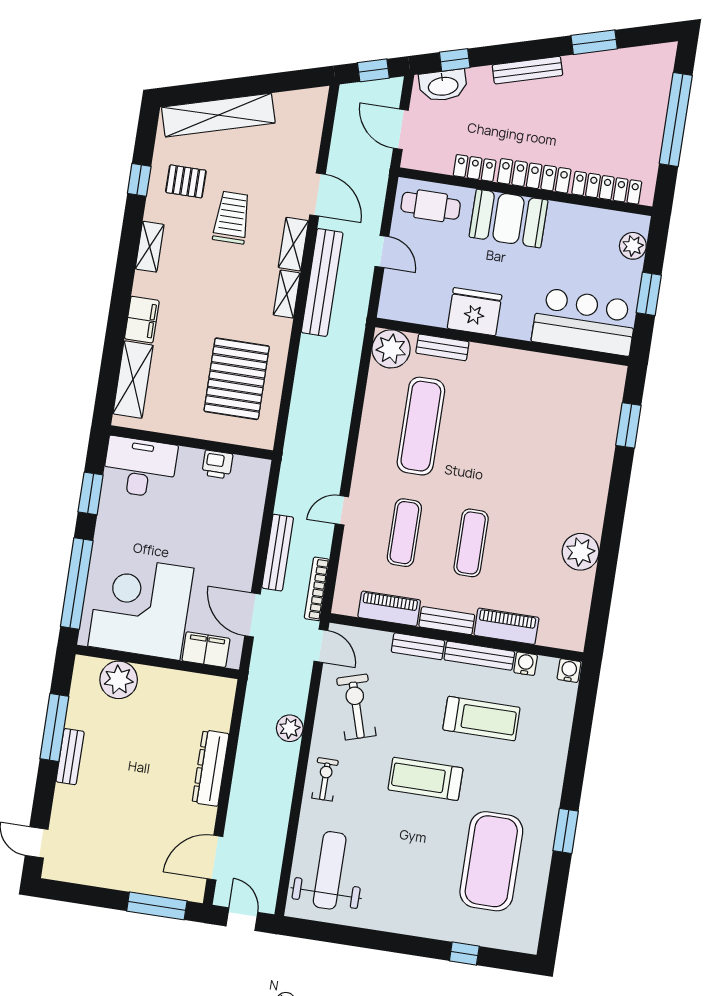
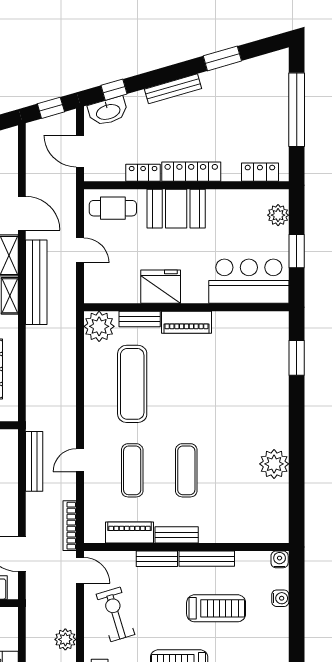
locker: (607, 188) -> (260, 172), width x0.66
bench: (278, 553) -> (34, 461), moved
piano: (506, 626) -> (186, 322), moved, turned 180
water cooler: (526, 664) -> (280, 598), moved, turned 90

